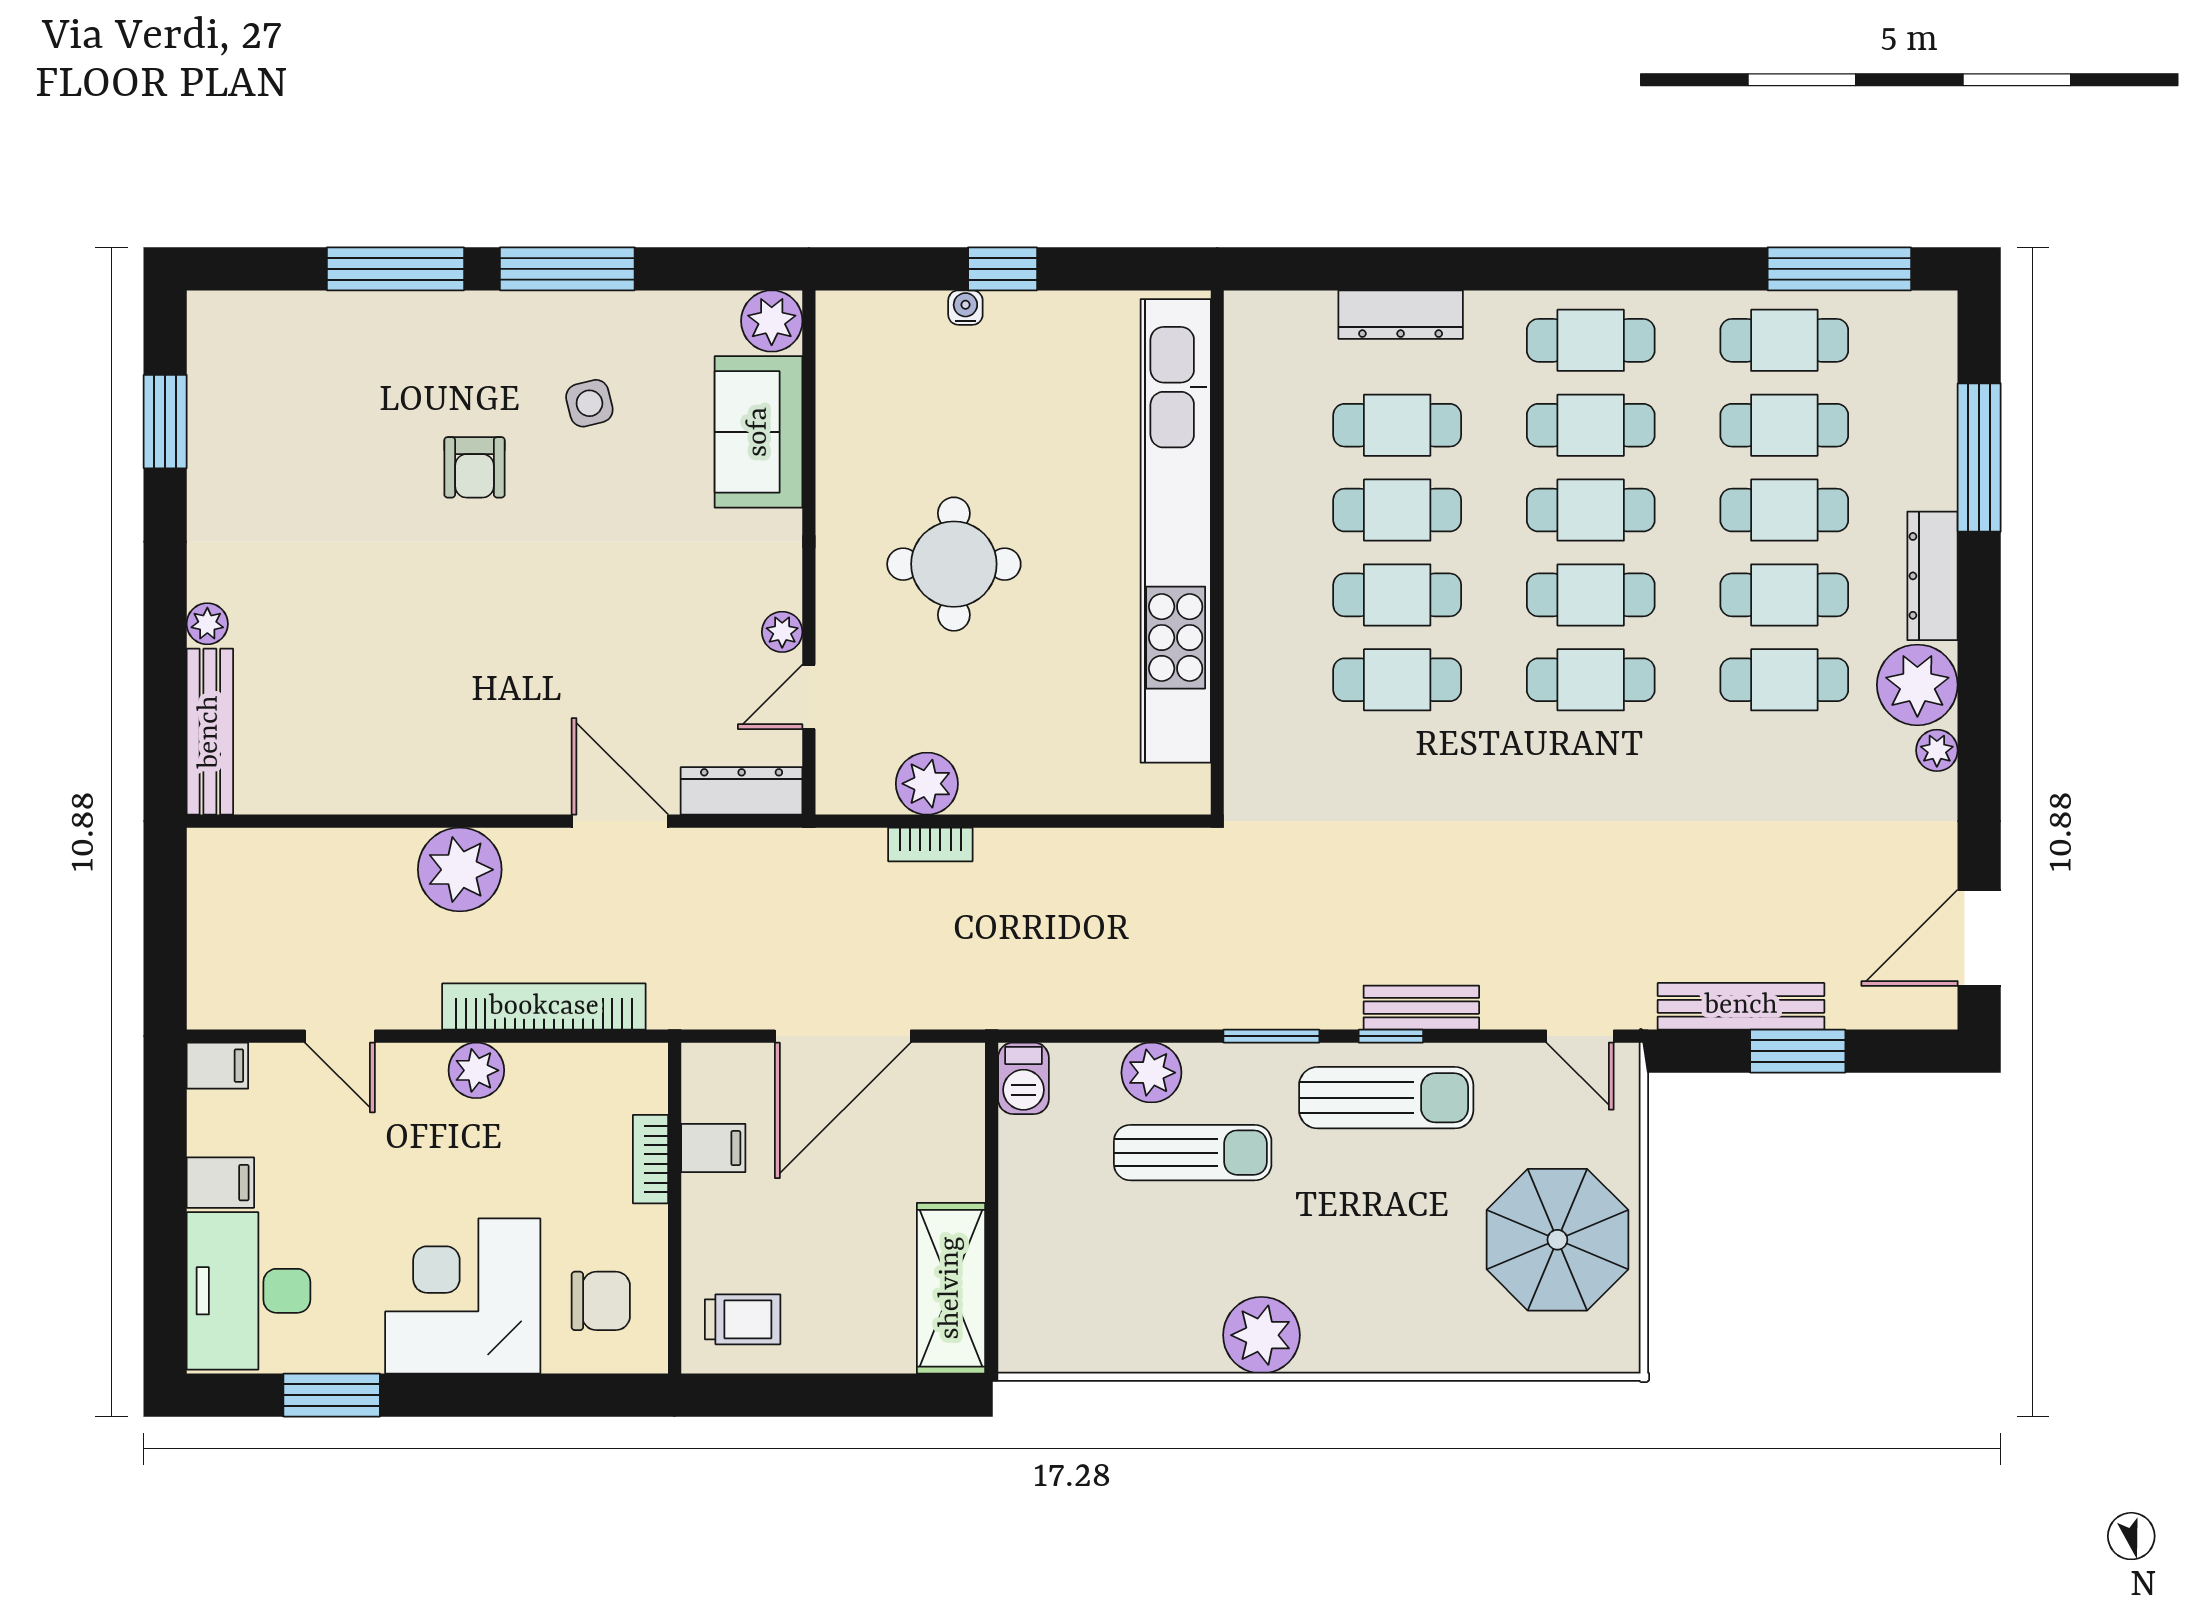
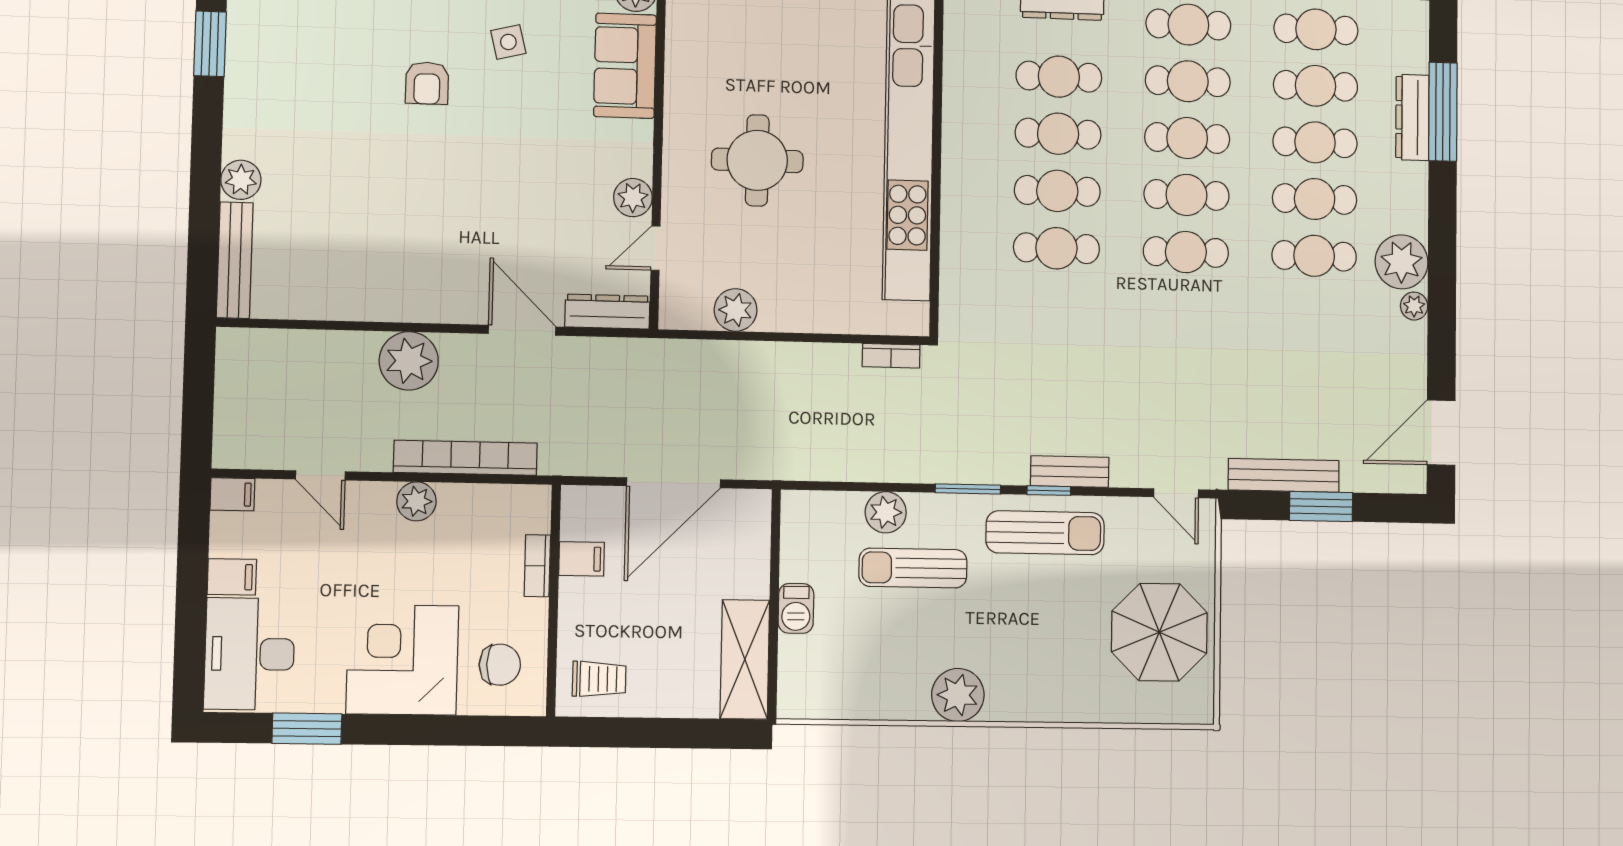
dresser: (1933, 576) -> (1412, 117), moved
plant: (207, 624) -> (241, 180), width x1.38, depth x1.38
plant: (782, 632) -> (633, 198), width x1.38, depth x1.38
bookcase: (930, 844) -> (891, 356), moved
barbecue: (1023, 1078) -> (796, 608), moved
sun lounger: (1193, 1153) -> (913, 568), turned 180

